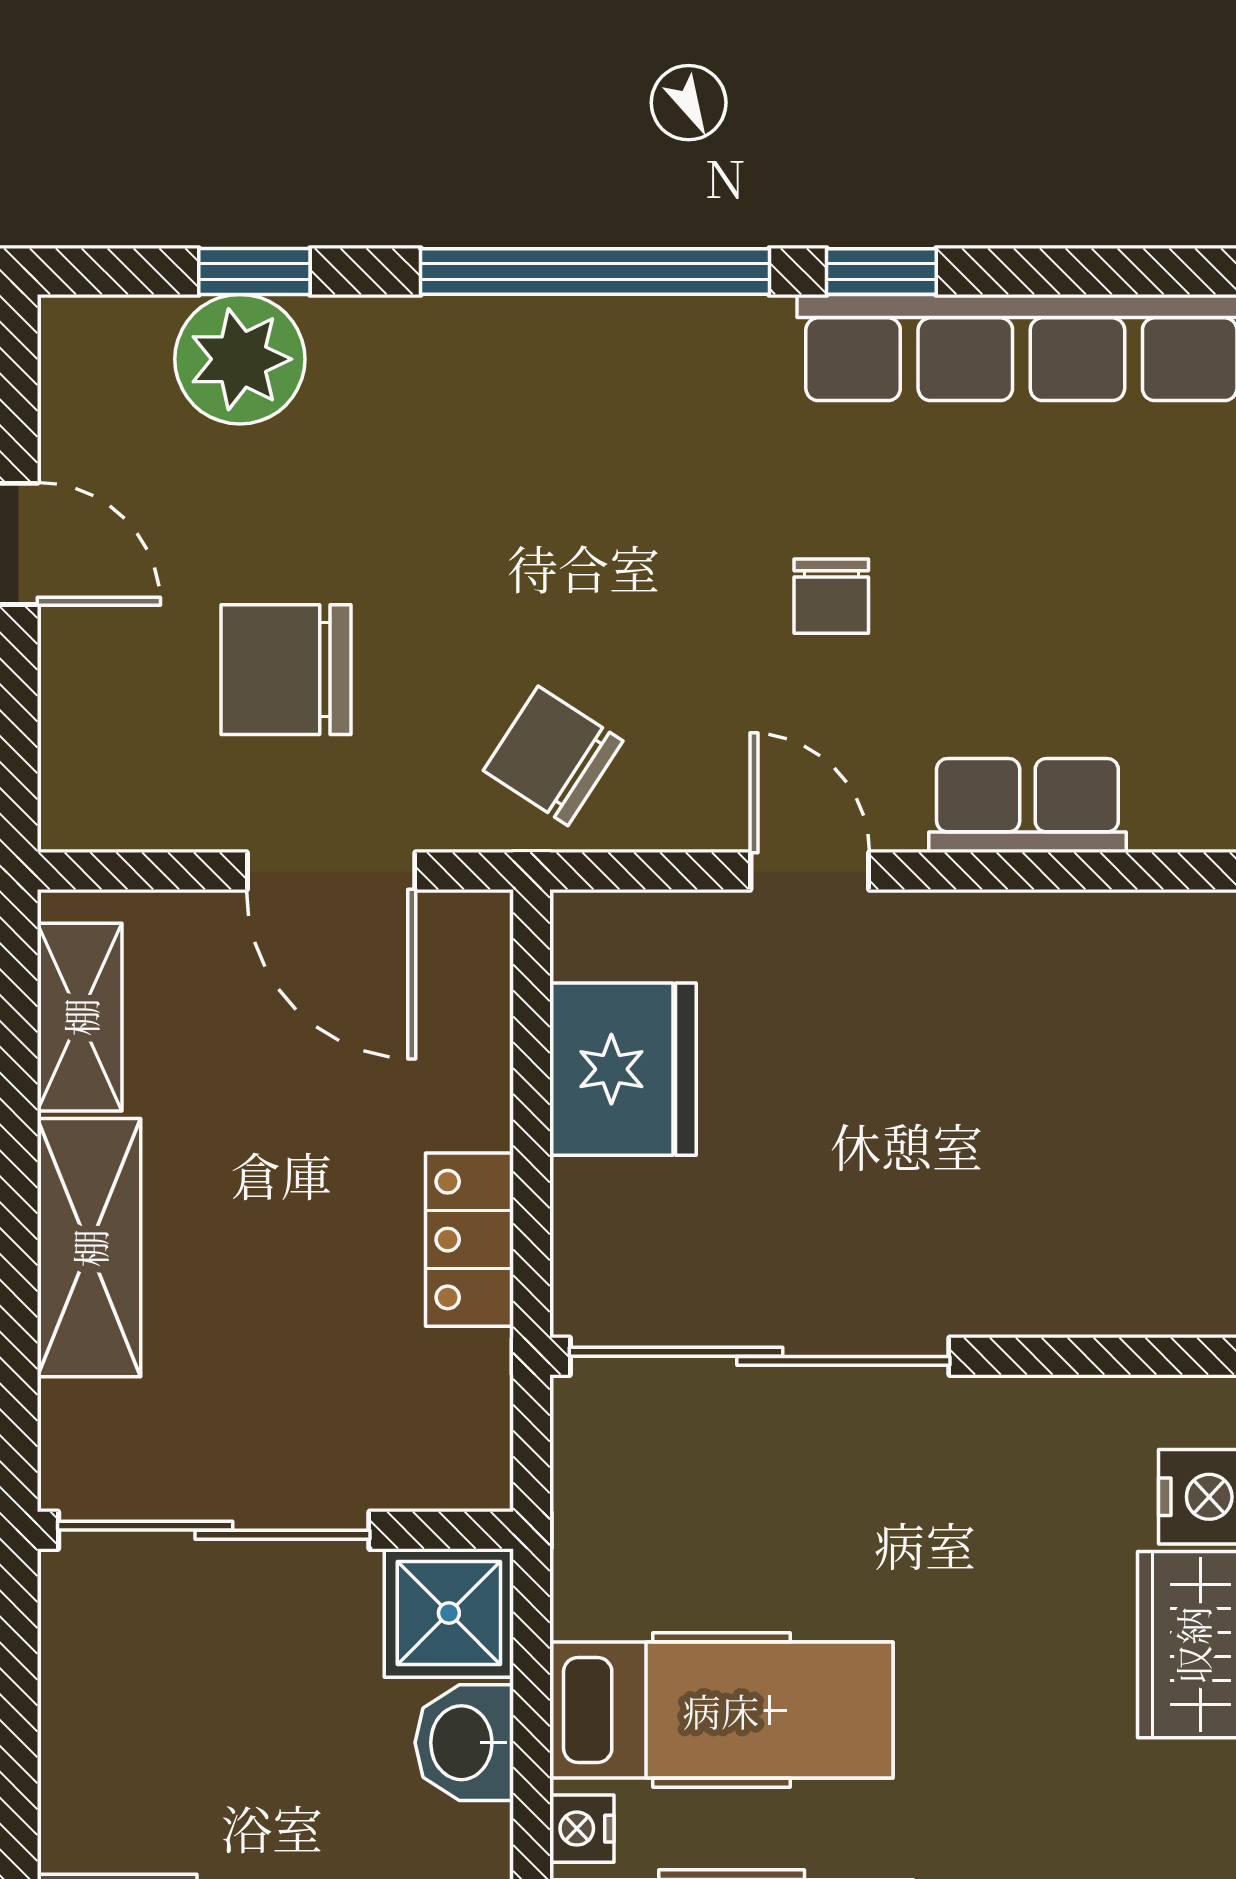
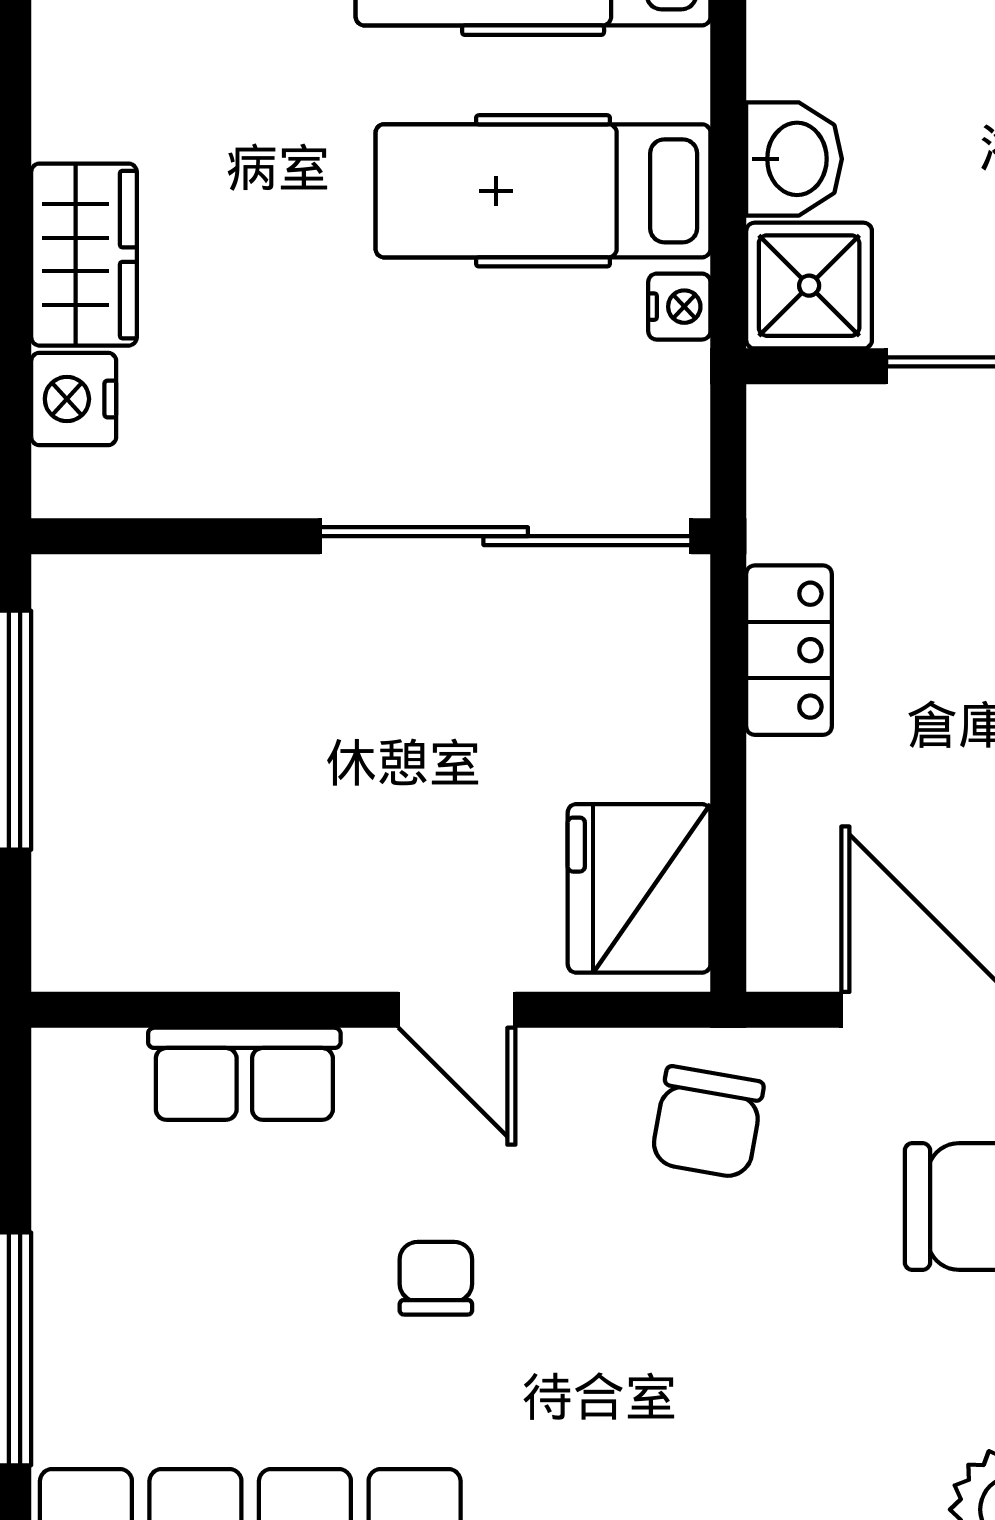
chair: (553, 756) -> (707, 1122), turned 67
fridge: (623, 1069) -> (639, 888), moved
nightstand: (582, 1829) -> (679, 307), moved

